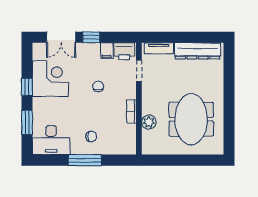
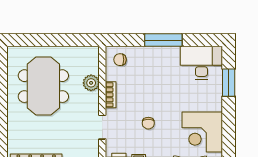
doorway: (139, 71) -> (102, 127), moved
window: (27, 87) -> (229, 123), removed
chair: (91, 136) -> (120, 60), moved

